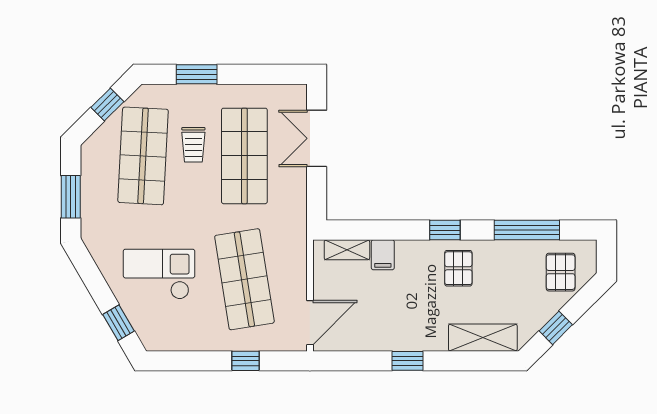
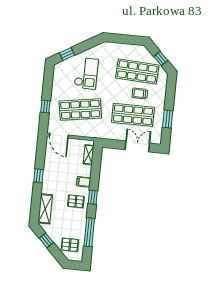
window: (197, 74) -> (168, 119), moved
window: (71, 197) -> (123, 39), removed
filing cabinet: (383, 255) -> (84, 182), moved

